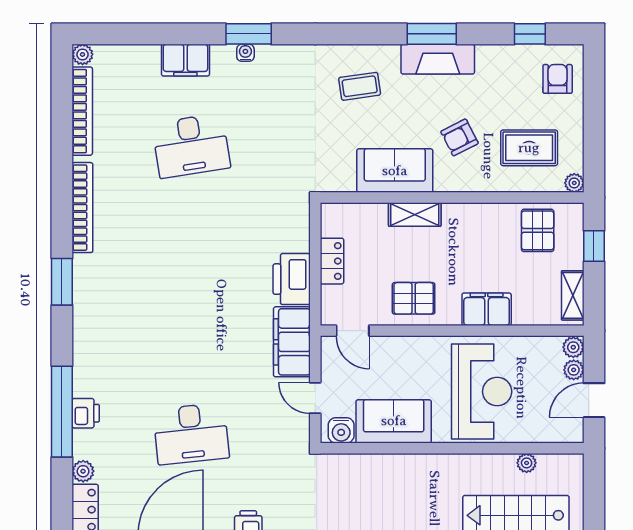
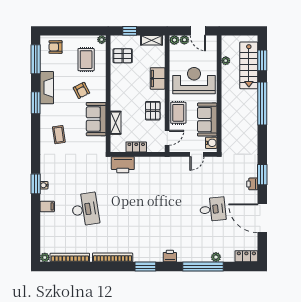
window: (530, 34) -> (36, 59), width x2.17
fireplace: (438, 59) -> (47, 88), moved
filing cabinet: (185, 60) -> (47, 206), width x0.50
shelving: (415, 215) -> (116, 123), moved
printer: (292, 279) -> (123, 165), moved
filing cabinet: (292, 342) -> (172, 165), removed
rug: (409, 356) -> (178, 113), added
printer: (86, 413) -> (170, 256), moved
desk: (191, 434) -> (213, 209), width x0.73
plant: (83, 471) -> (216, 257), moved

